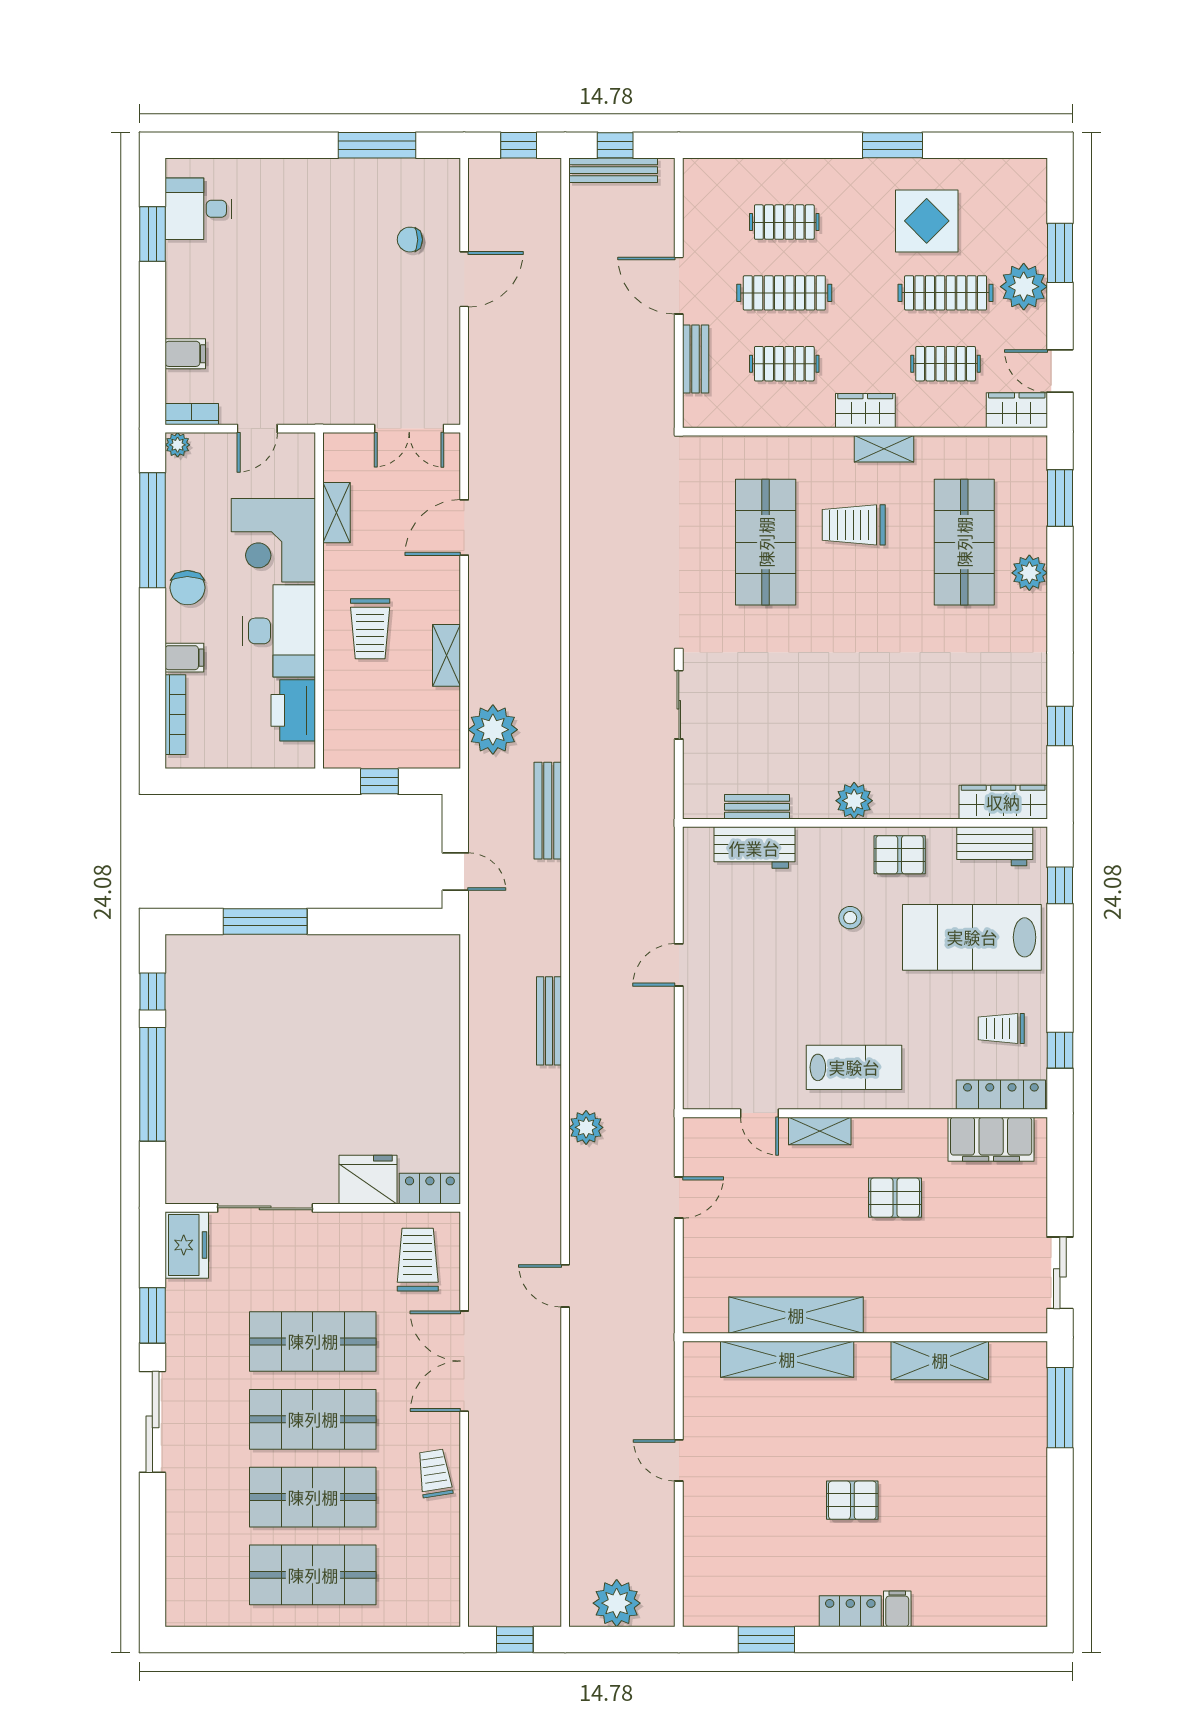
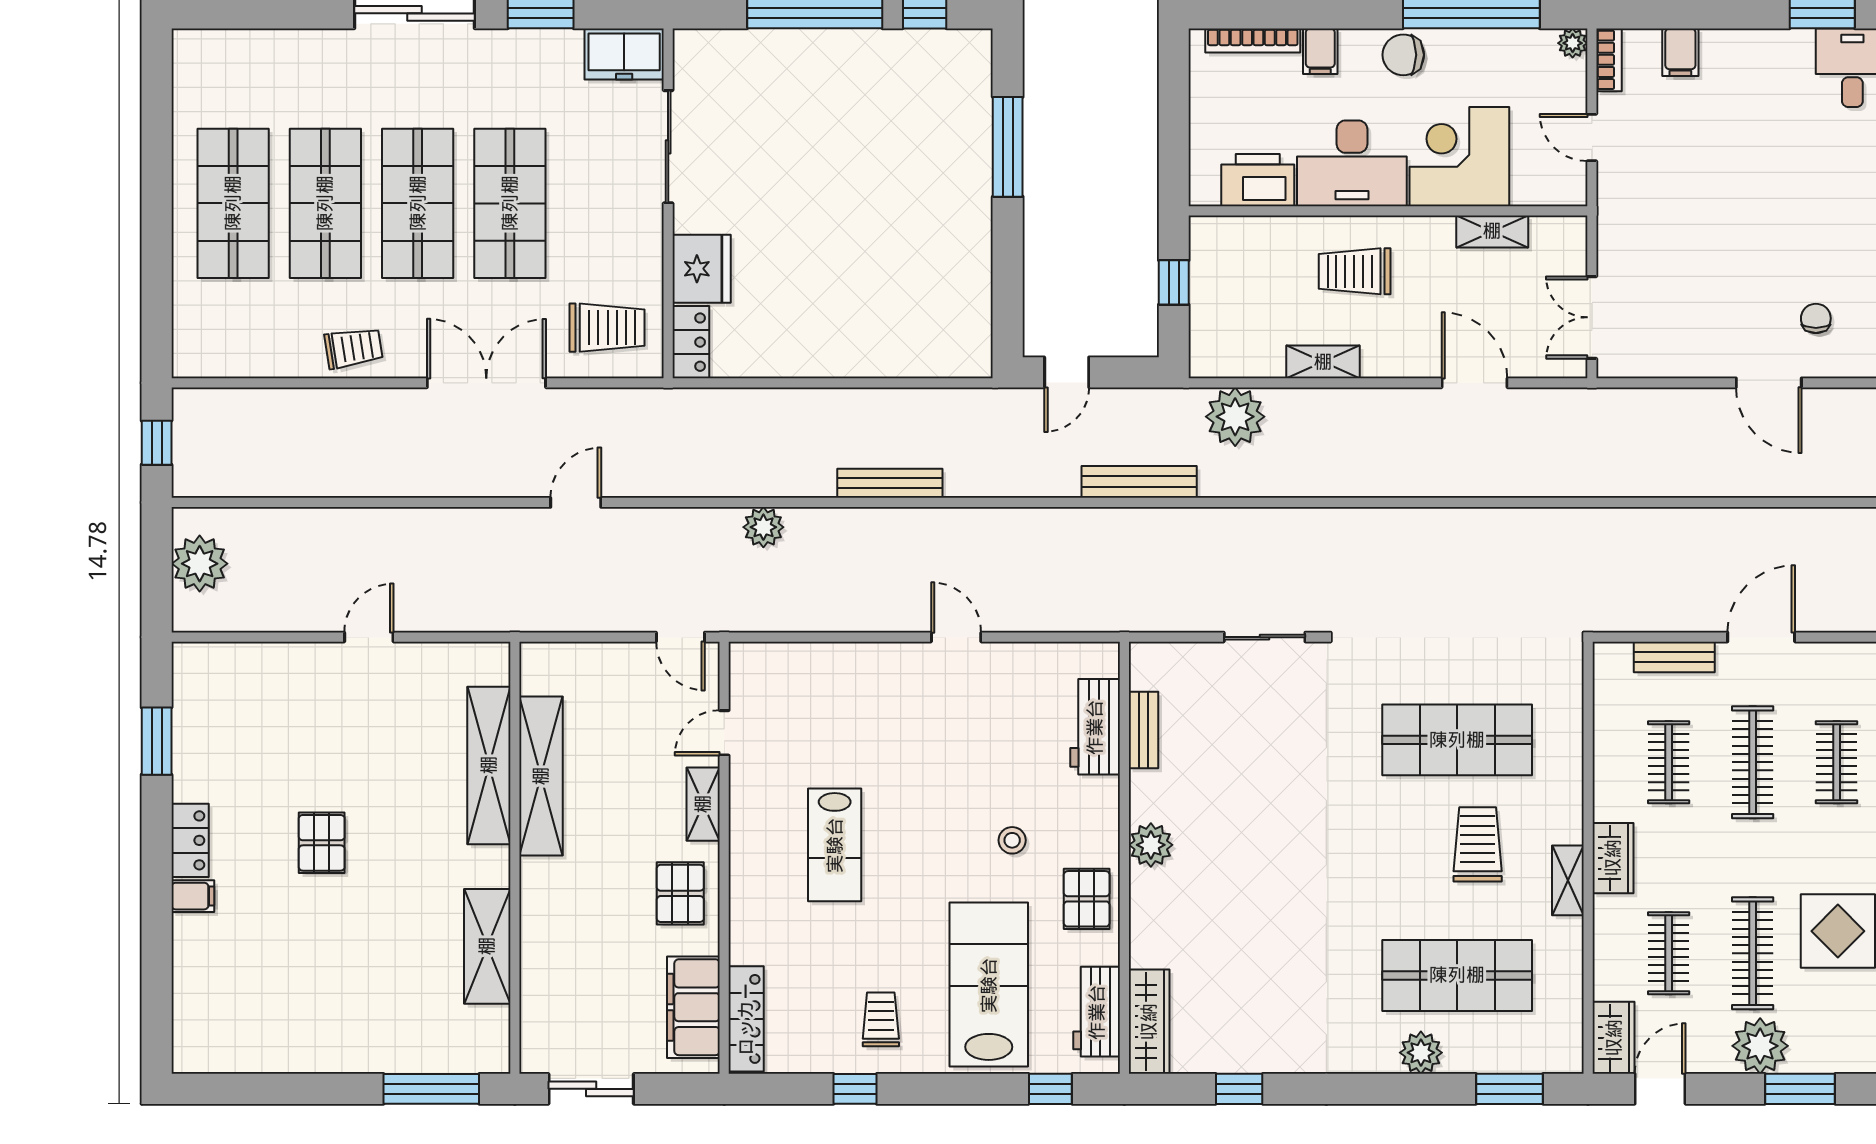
locker: (1001, 1095) -> (746, 1019), moved
door: (760, 1113) -> (724, 733), moved
wall: (865, 1113) -> (724, 858), moved
shelving: (820, 1131) -> (703, 804), moved
filing cabinet: (991, 1139) -> (693, 1007), moved

